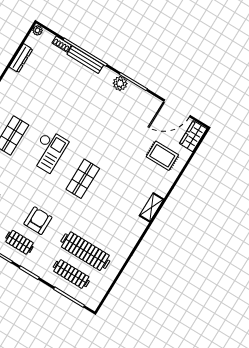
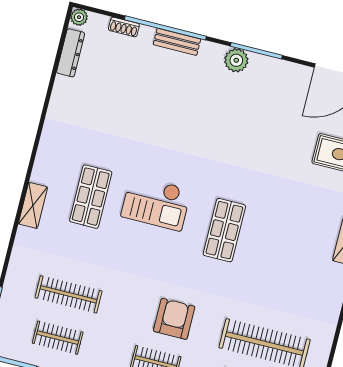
dresser: (21, 58) -> (71, 53), moved
bench: (85, 60) -> (177, 42), width x0.73
checkout: (48, 151) -> (156, 203), turned 90

